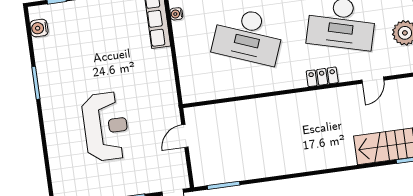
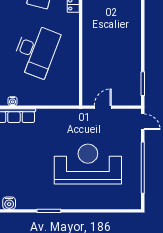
reception desk: (106, 127) -> (88, 164), width x1.36, depth x1.30
door: (185, 136) -> (103, 107), swing flipped

